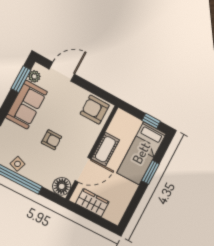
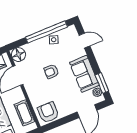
armchair: (95, 110) -> (48, 112), turned -90
cot: (105, 149) -> (24, 113), moved

